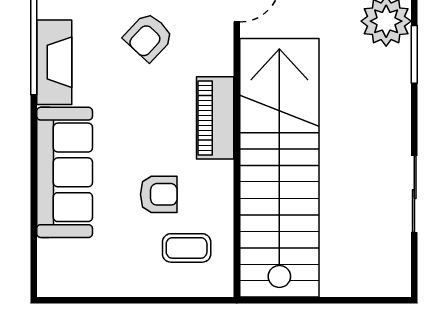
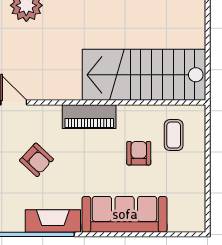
stairs: (279, 168) -> (144, 75), width x0.73

